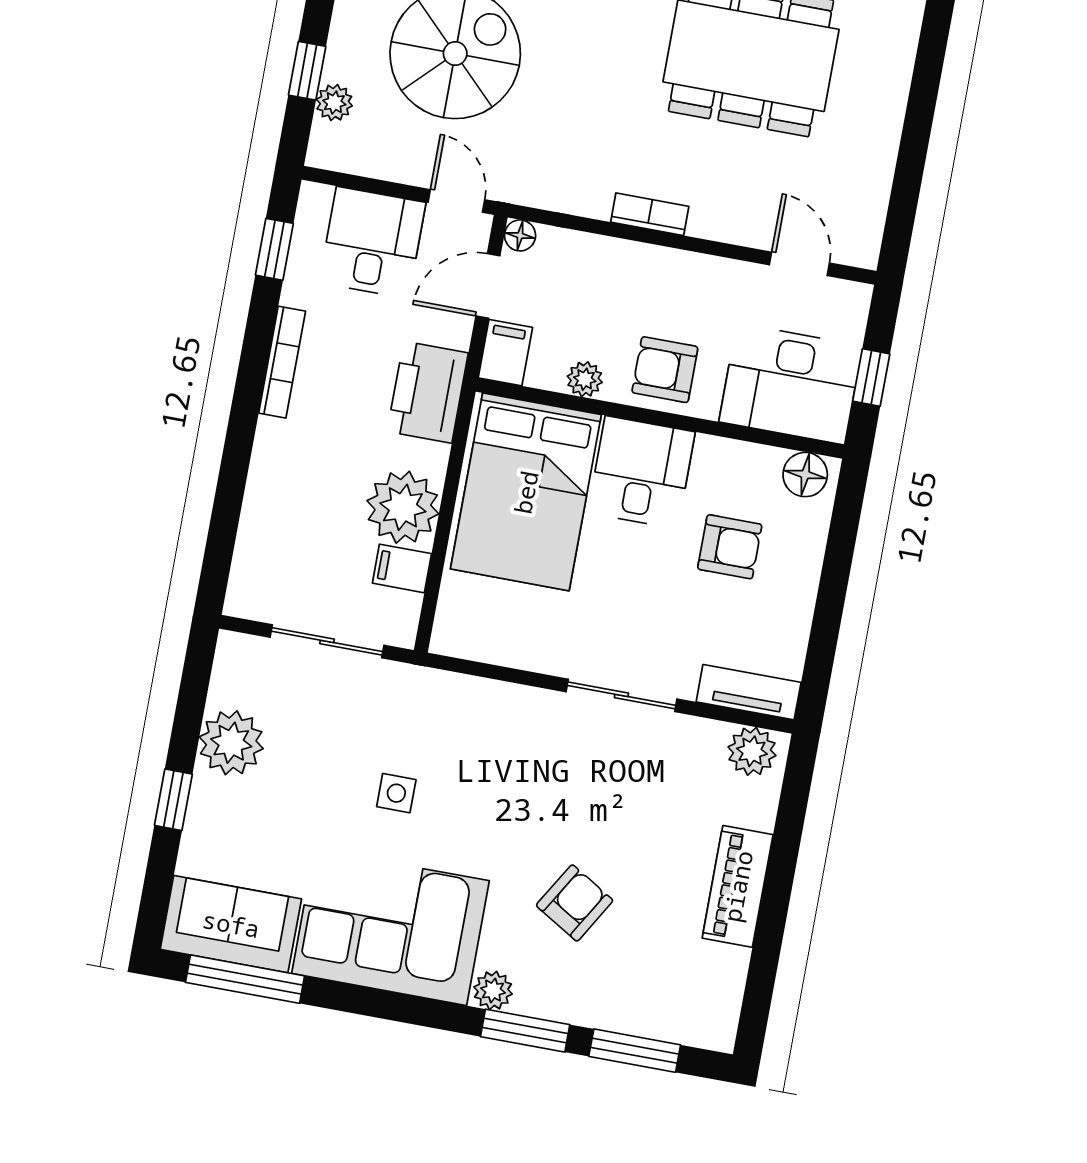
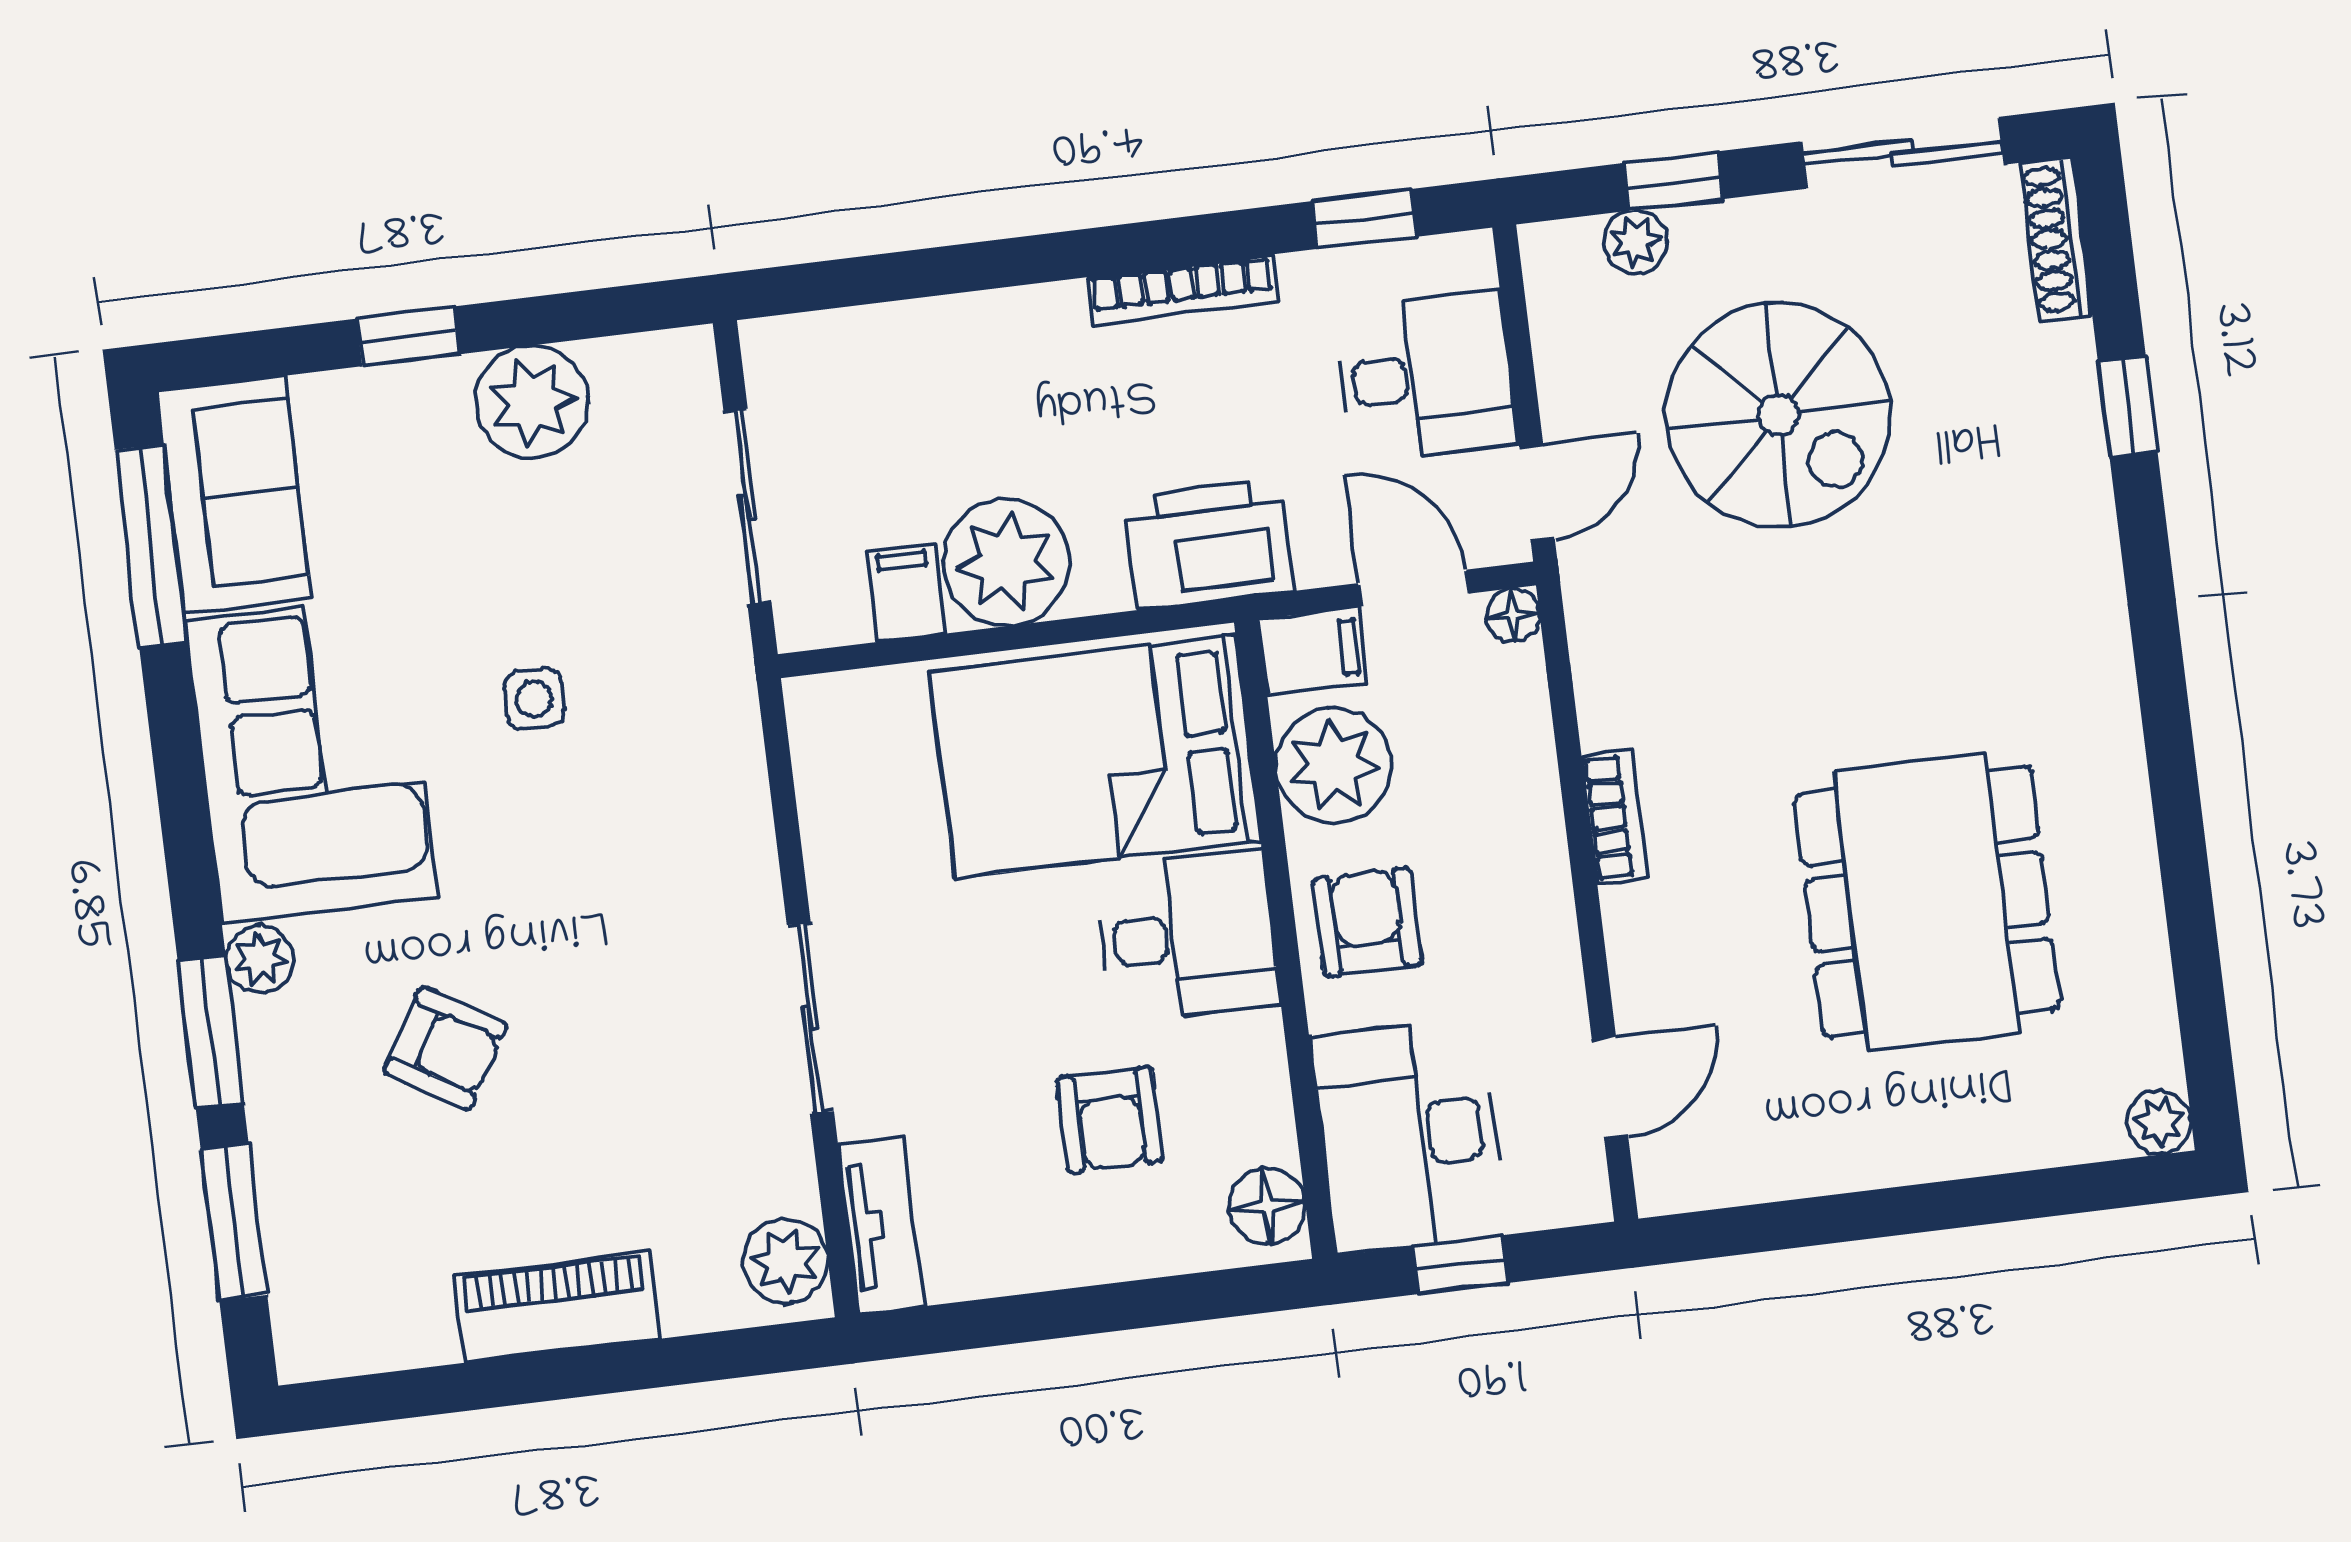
plant: (585, 379) -> (1334, 765), width x1.87, depth x1.87

